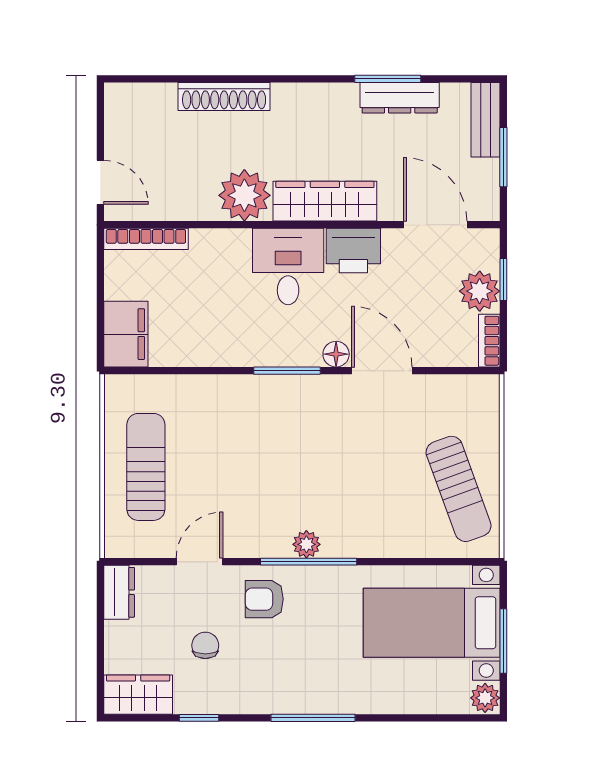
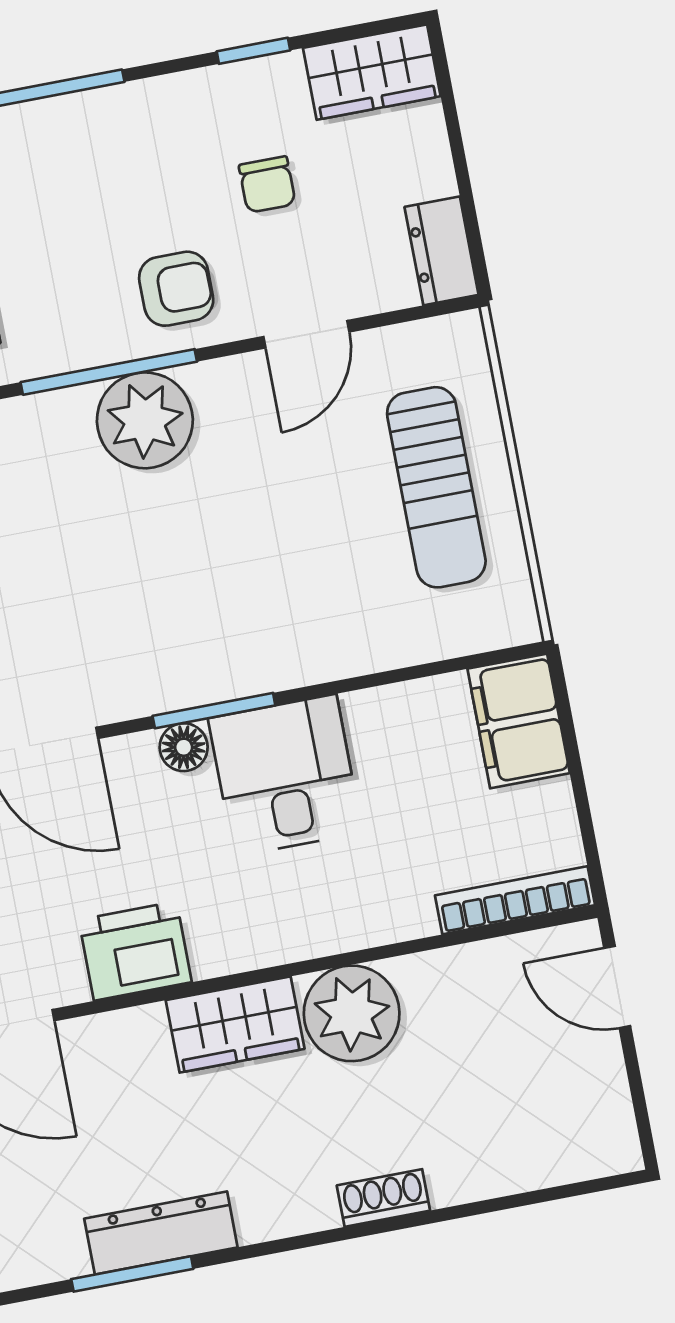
shoe rack: (224, 96) -> (383, 1198), width x0.51, depth x0.81
dresser: (400, 98) -> (161, 1233), moved
wardrobe: (325, 201) -> (235, 1025), width x0.67
desk: (288, 266) -> (285, 775), moved, turned 180
floor lamp: (336, 354) -> (184, 747), moved
plant: (306, 544) -> (145, 420), width x1.87, depth x1.87

